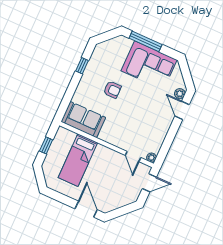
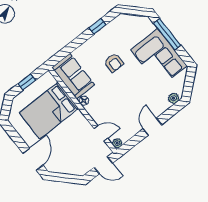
door: (182, 110) -> (152, 127), moved
floor lamp: (103, 136) -> (84, 101), added
door: (133, 156) -> (101, 133), swing flipped
bed: (78, 160) -> (49, 111), width x1.50

